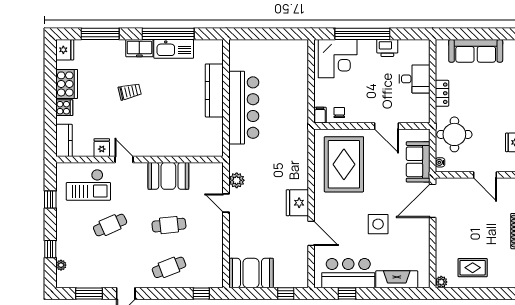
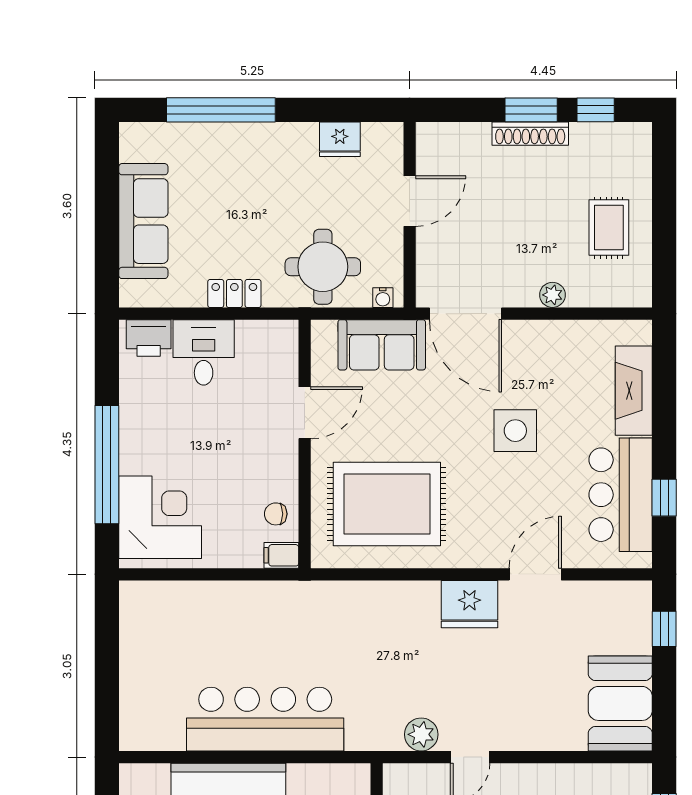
printer: (387, 48) -> (149, 338), moved, turned 90
plant: (441, 282) -> (552, 295), moved

